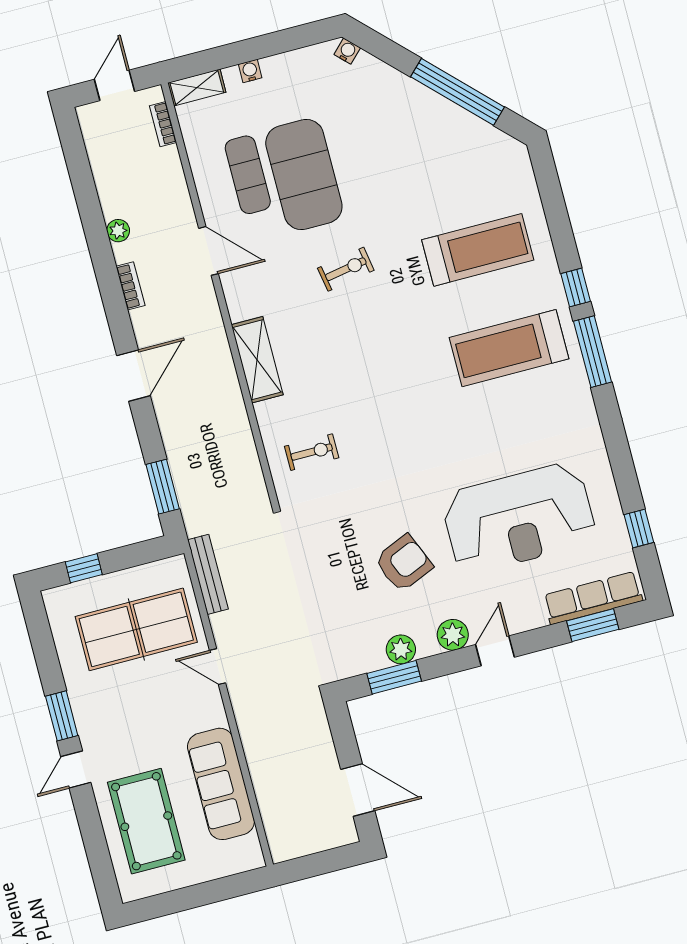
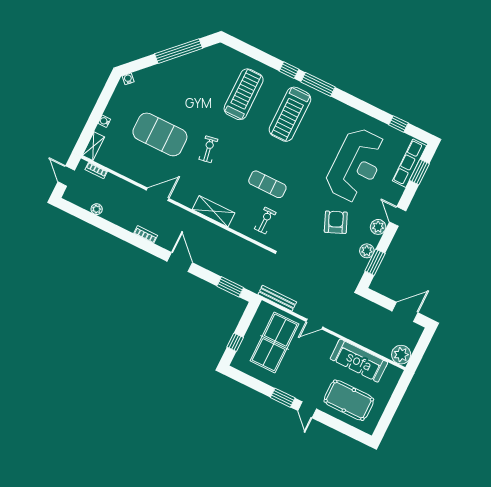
exercise mat: (248, 175) -> (267, 184), moved
plant: (118, 231) -> (97, 209), moved
plant: (287, 841) -> (401, 355), added

